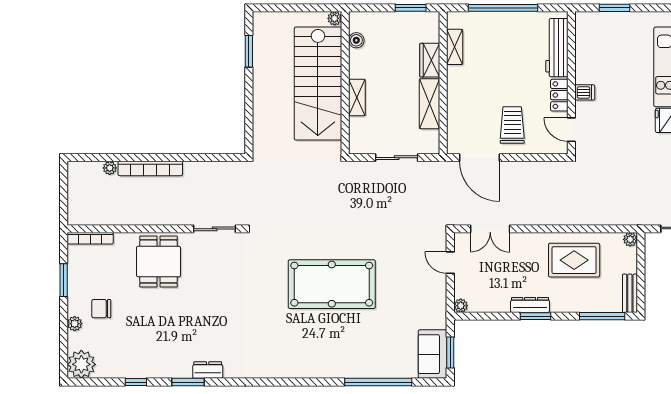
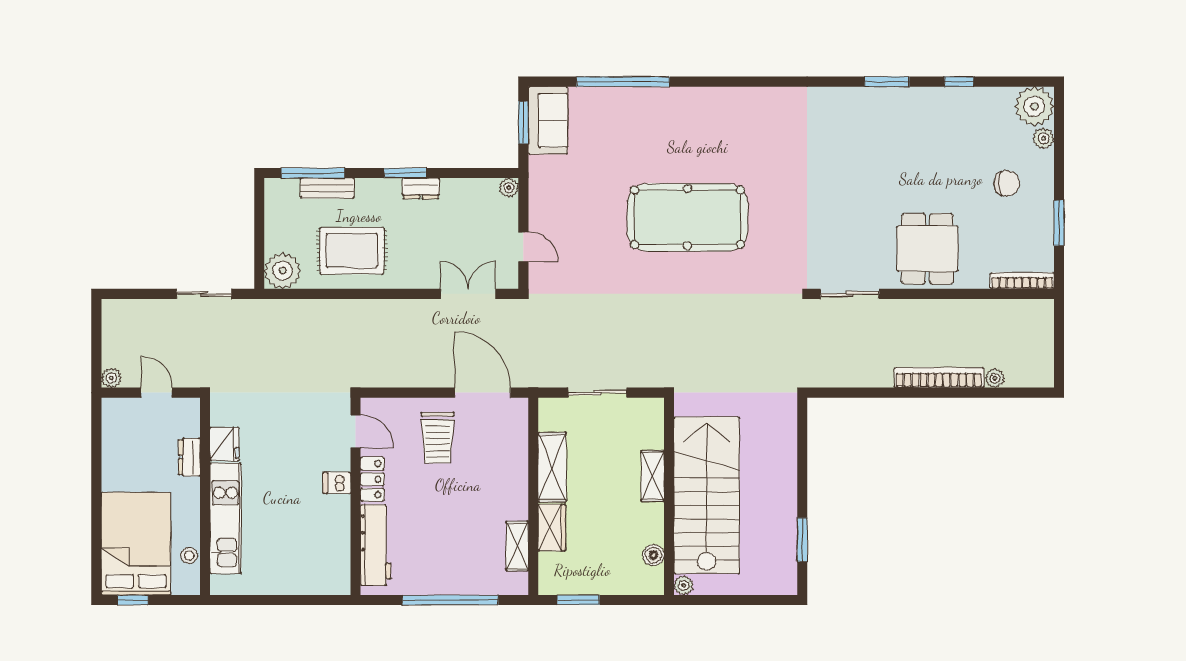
window: (614, 8) -> (296, 600), removed
plant: (630, 239) -> (282, 271), width x1.88, depth x1.88
bench: (630, 293) -> (327, 188), moved, turned 90
dresser: (530, 305) -> (421, 188), width x0.70
plant: (75, 324) -> (1044, 138), moved
dresser: (208, 370) -> (859, 98), removed

